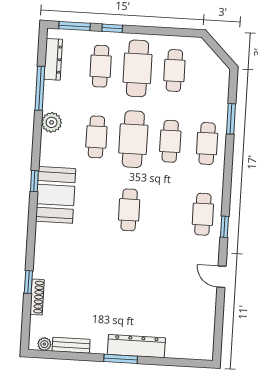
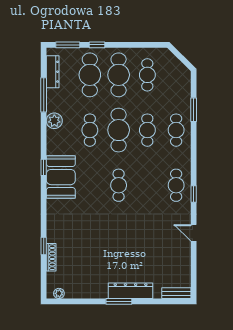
cafe table: (101, 66) -> (90, 75), width x1.37, depth x1.35
bench: (71, 345) -> (176, 293), moved

